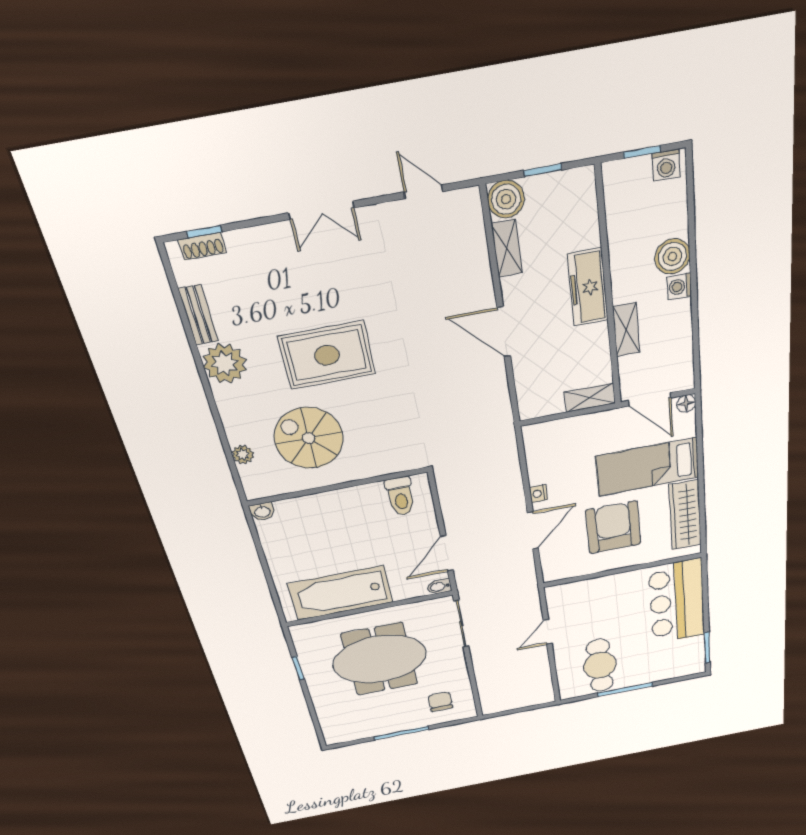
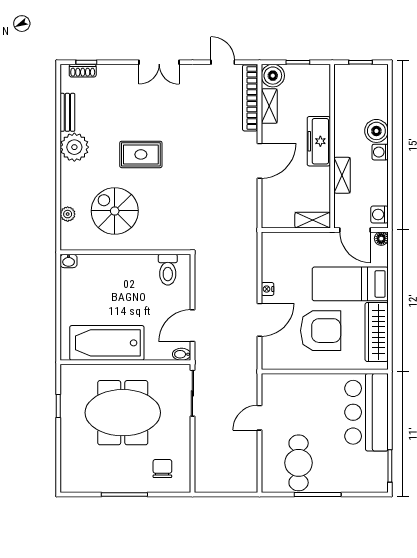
washing machine: (666, 165) -> (379, 215), moved, turned 90
bookcase: (476, 241) -> (250, 98), added
door: (504, 332) -> (259, 161), swing flipped
rug: (327, 355) -> (141, 154), width x0.73, depth x0.70
armchair: (613, 527) -> (321, 331), turned 90

